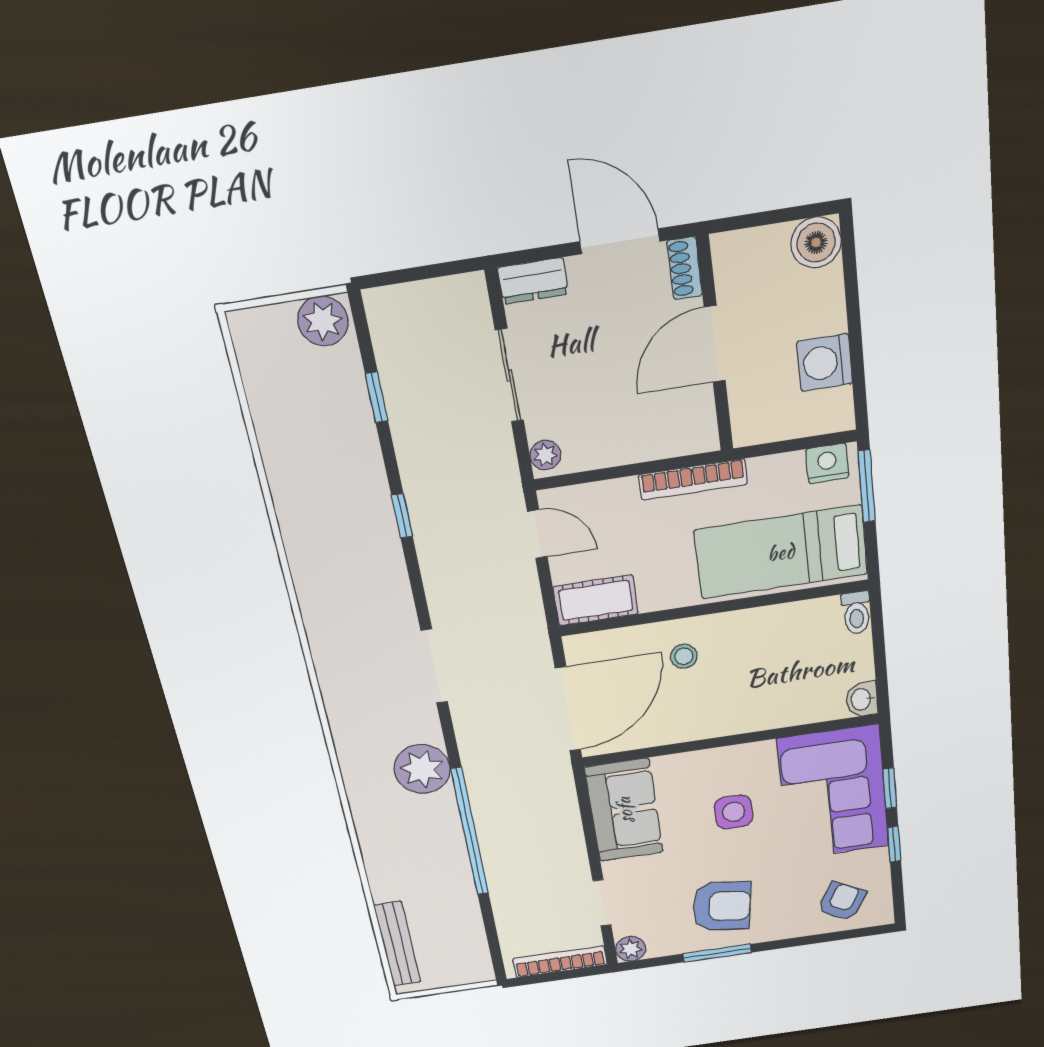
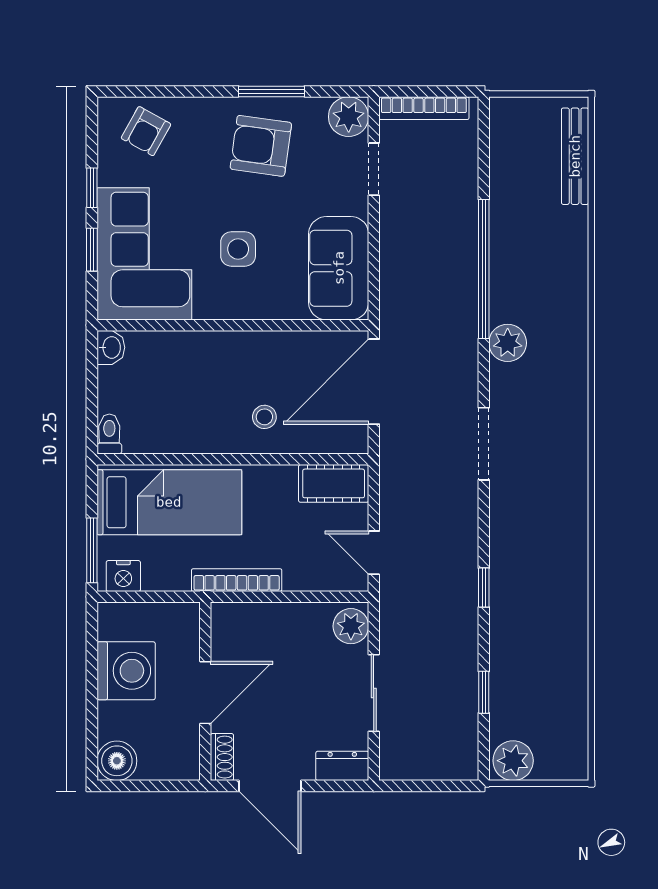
washing machine: (825, 363) -> (126, 671), width x1.37, depth x1.37
plant: (545, 455) -> (351, 626), width x1.38, depth x1.38
plant: (422, 769) -> (508, 343), width x0.73, depth x0.73
plant: (631, 949) -> (349, 117), width x1.38, depth x1.38

